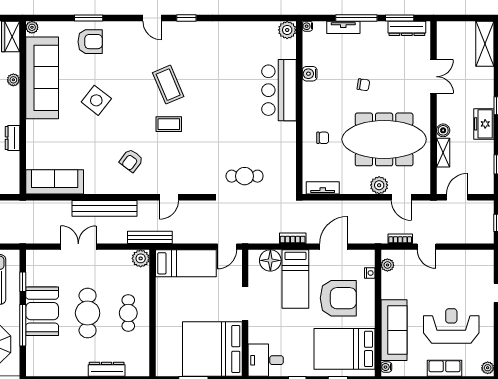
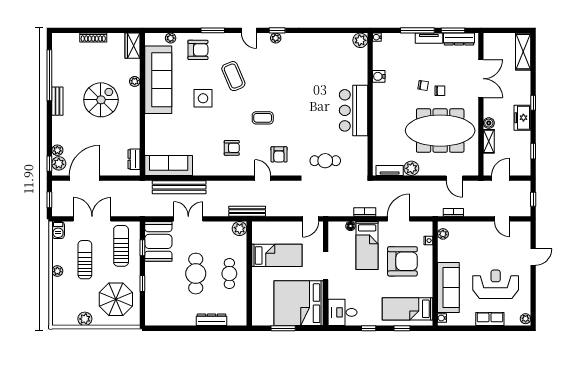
window: (89, 18) -> (213, 30), moved
plant: (32, 27) -> (171, 38), moved
plant: (184, 27) -> (276, 38), added
tv unit: (343, 27) -> (429, 38), moved
double door: (434, 77) -> (481, 79), width x1.37
coffee table: (168, 85) -> (233, 76), moved
bar counter: (279, 90) -> (354, 110), moved
side table: (96, 100) -> (203, 98), turned -38
dresser: (12, 138) -> (134, 159), moved
chair: (323, 138) -> (440, 91), moved
armchair: (131, 161) -> (232, 148), turned -127
armchair: (189, 168) -> (279, 154), added
plant: (379, 185) -> (411, 168), moved
door: (169, 197) -> (263, 178), swing flipped
bench: (104, 208) -> (179, 187), moved
door: (426, 247) -> (502, 219), moved
floor lamp: (270, 260) -> (351, 226), width x0.53, depth x0.53
bed: (186, 263) -> (277, 255), moved
booth: (42, 311) -> (158, 241), moved
window: (23, 325) -> (142, 284), width x0.46
bed: (344, 349) -> (407, 309), width x0.67

